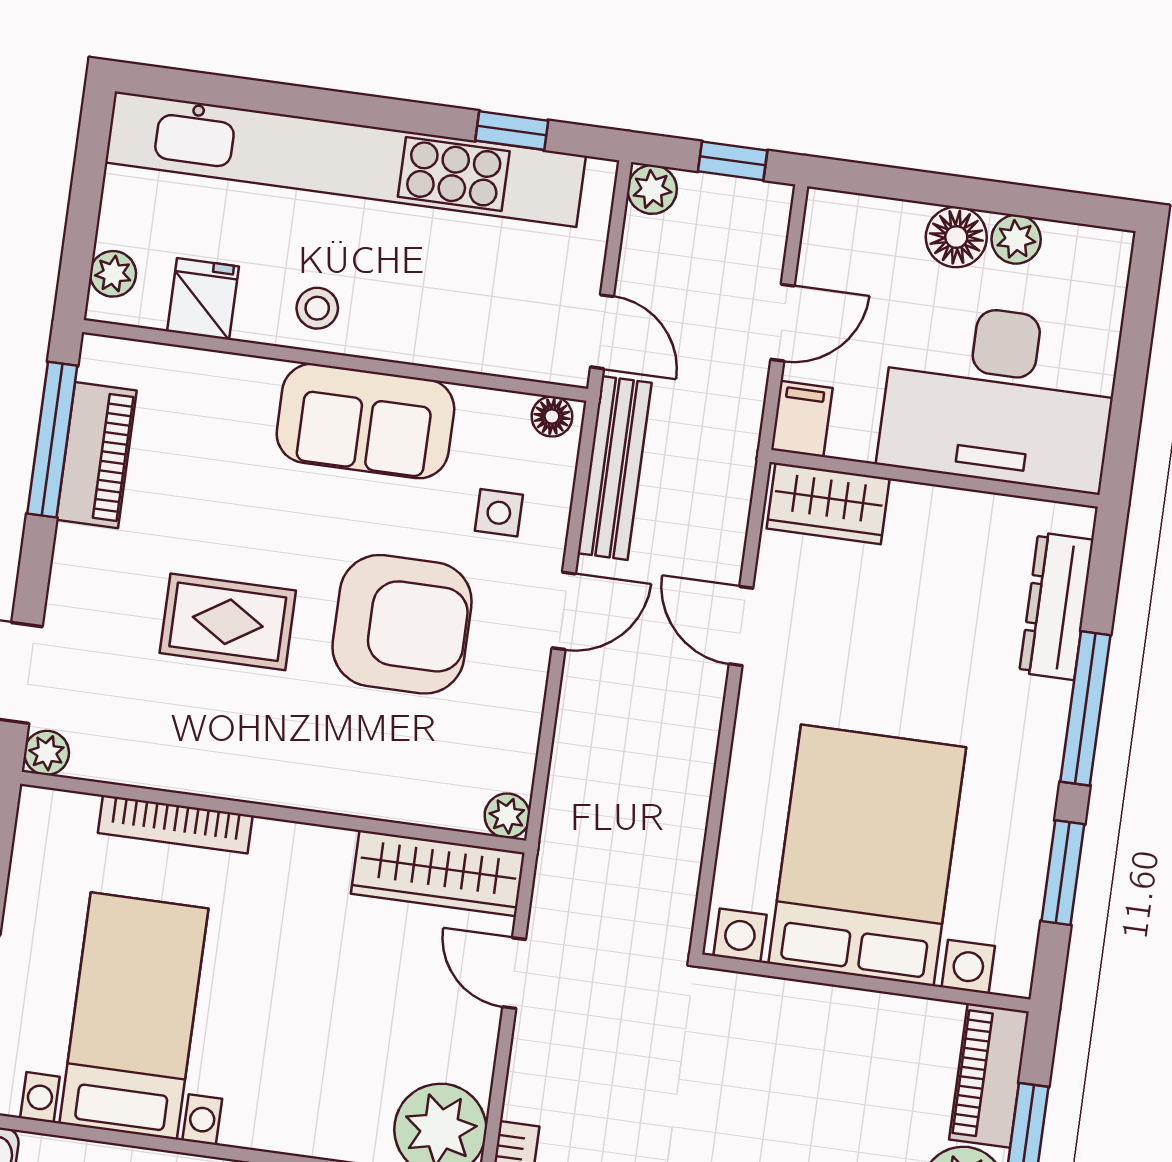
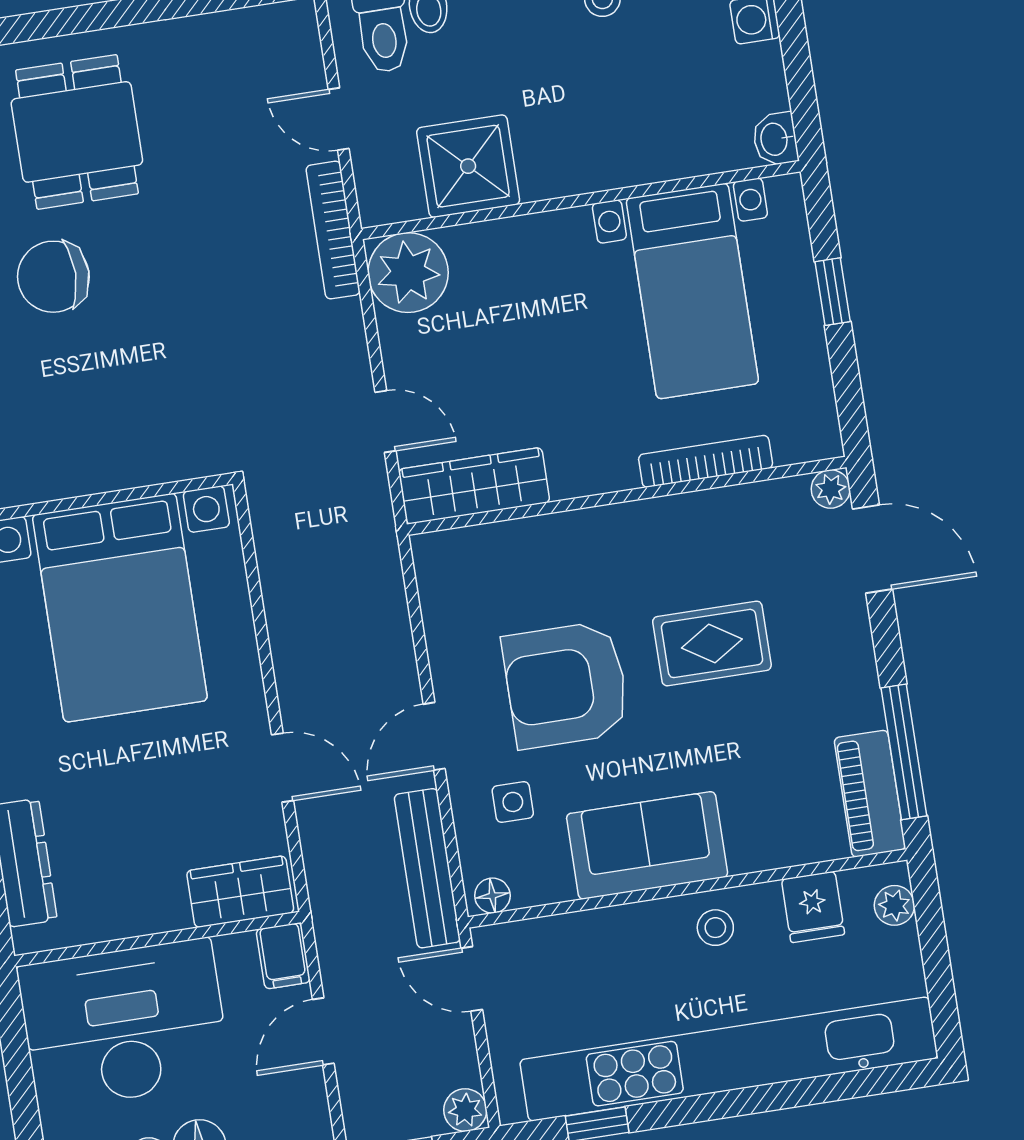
piano: (96, 455) -> (870, 794), moved
plant: (507, 816) -> (430, 551), removed

